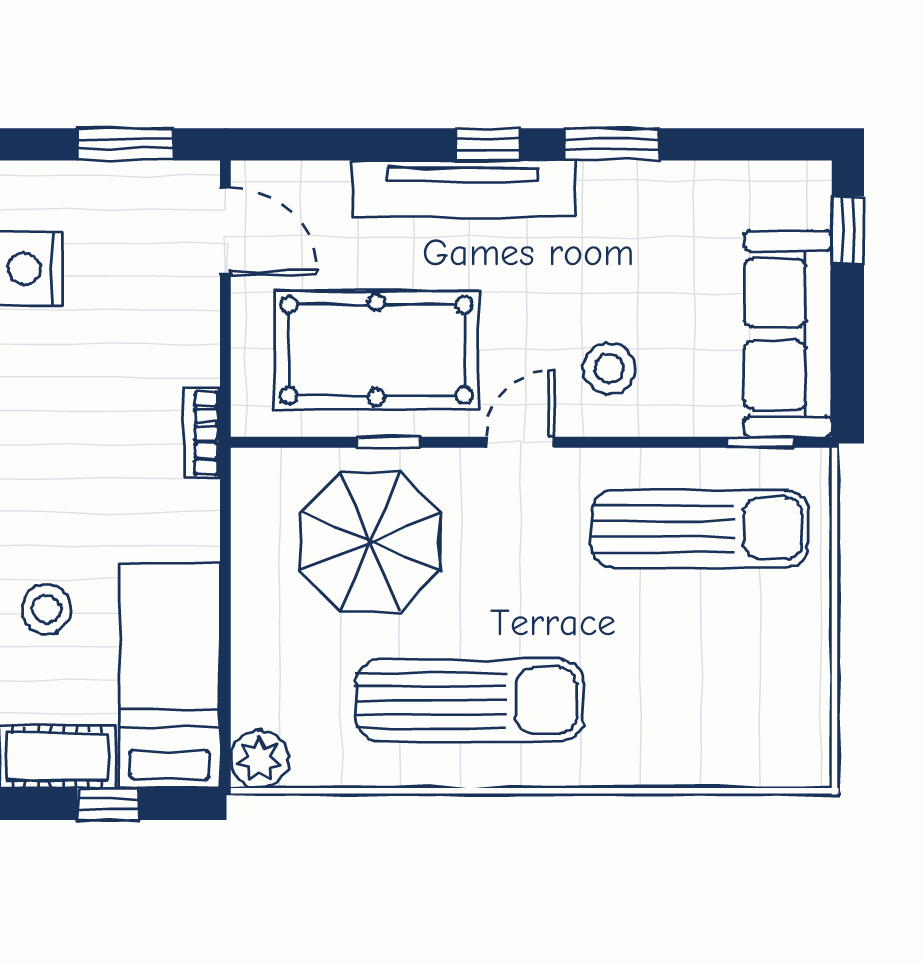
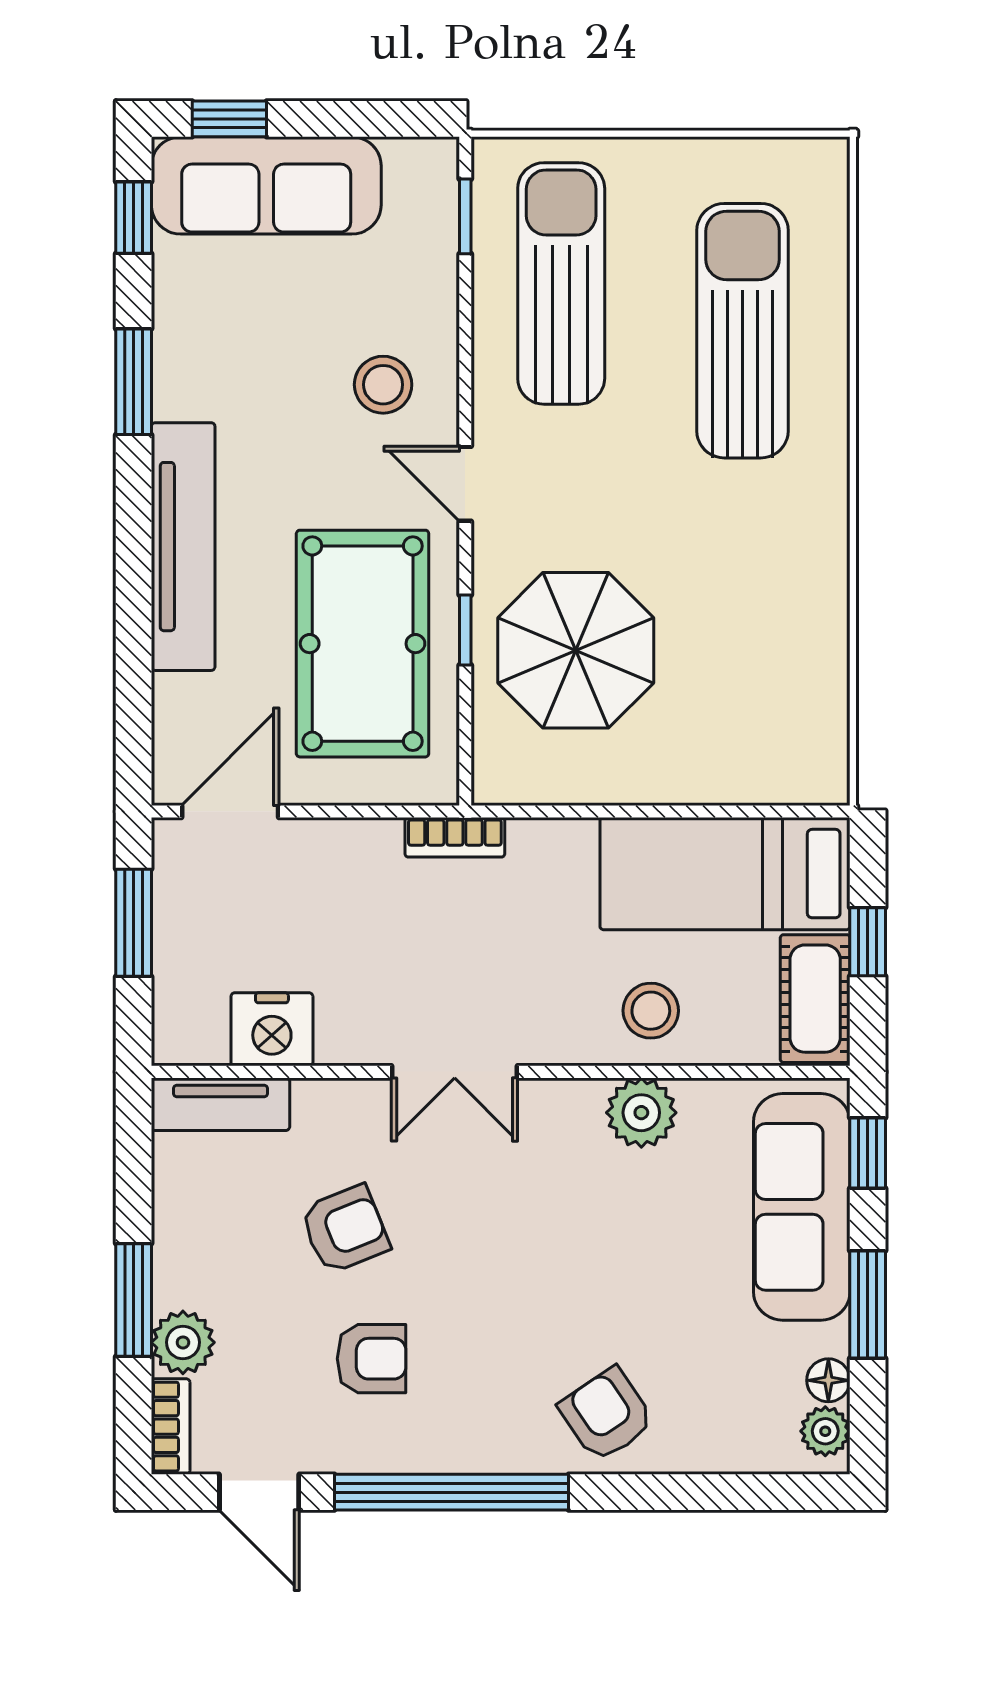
window: (488, 144) -> (134, 218), moved
sofa: (788, 334) -> (266, 185), moved
sun lounger: (470, 700) -> (743, 331), moved
plant: (259, 759) -> (818, 774), removed

